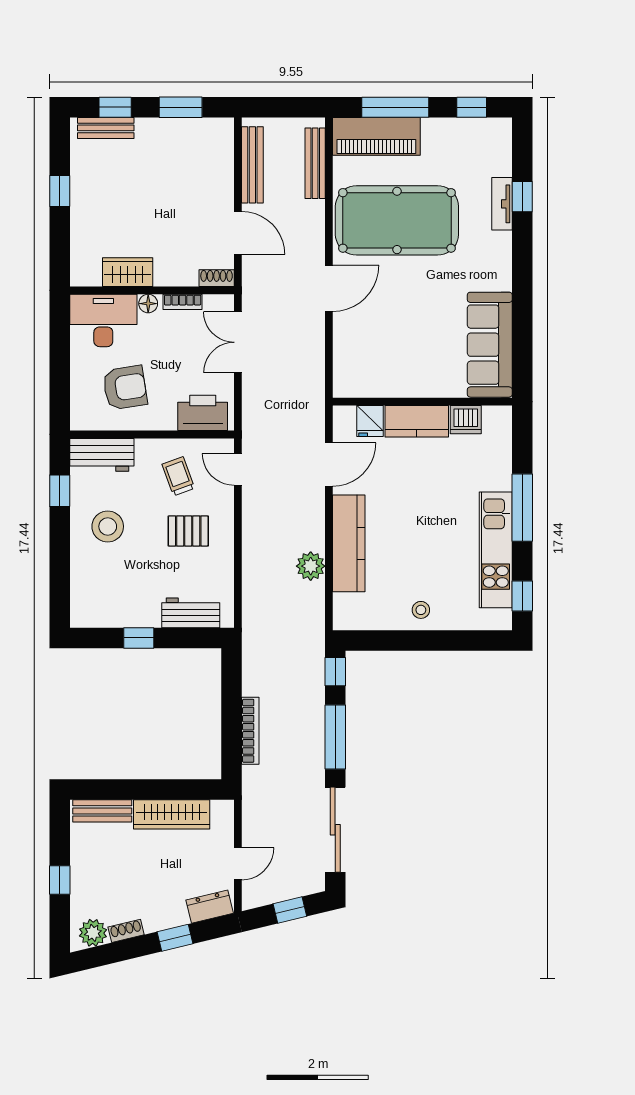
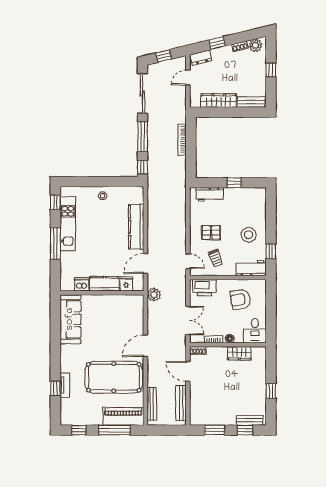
desk: (103, 321) -> (255, 331), width x0.73
plant: (311, 566) -> (154, 295), moved

